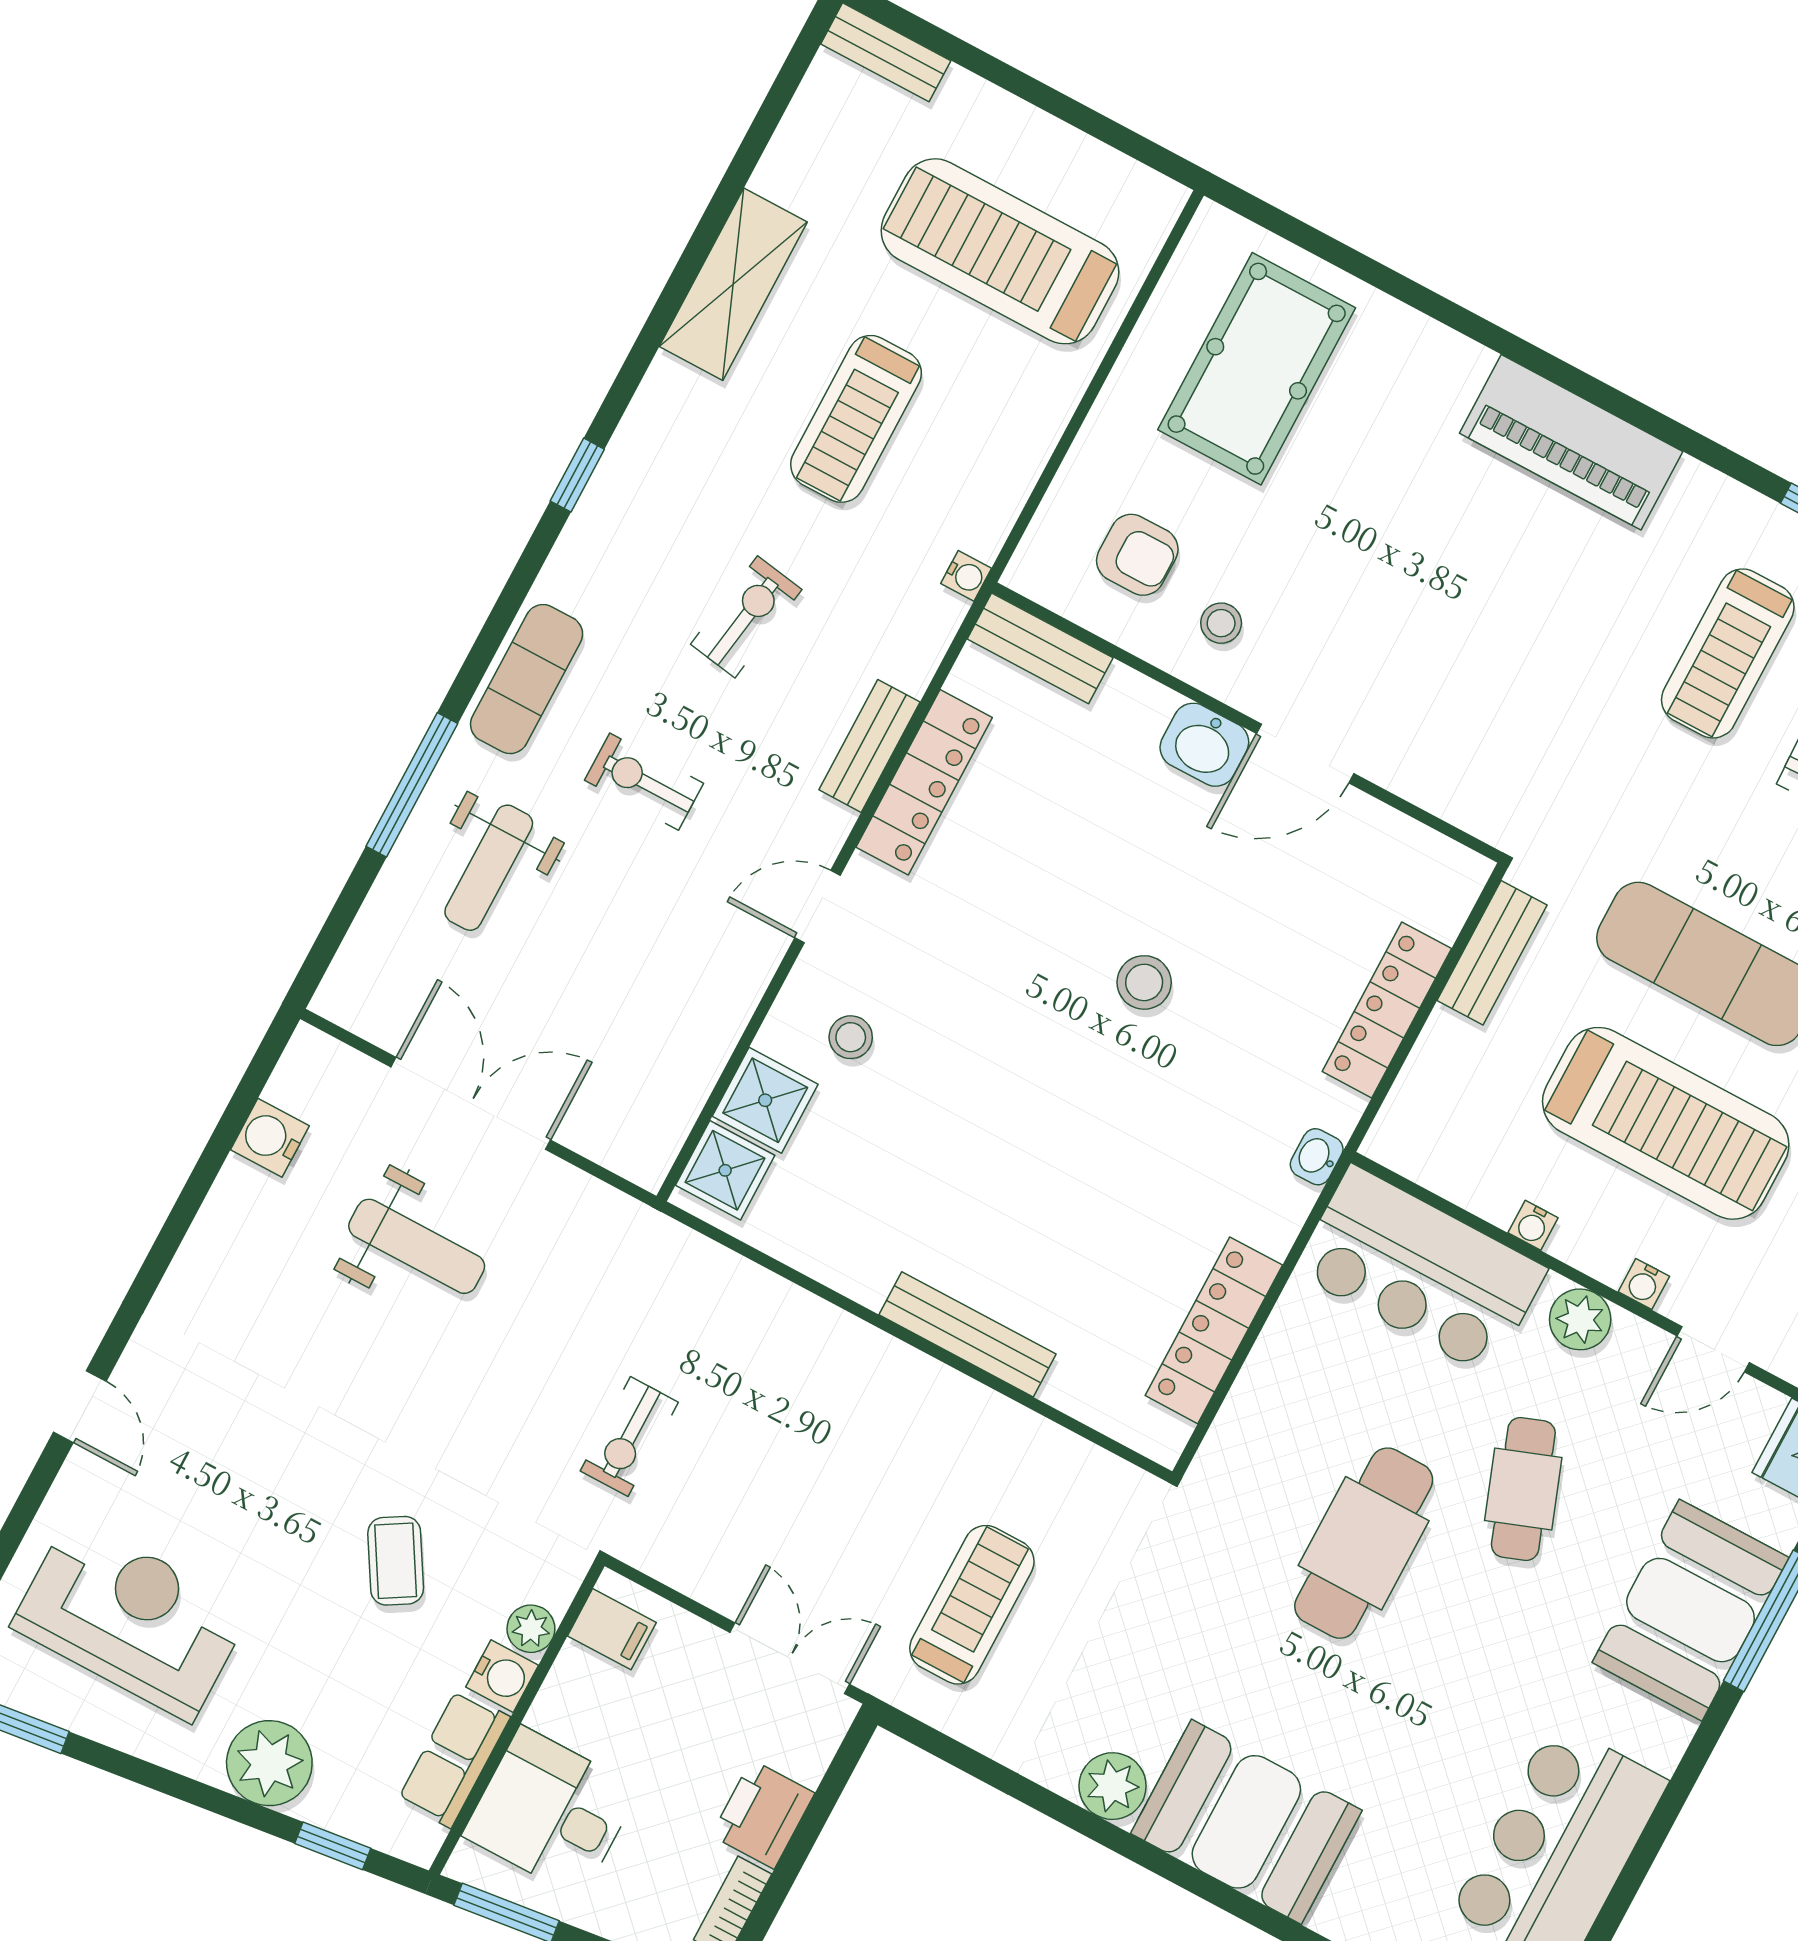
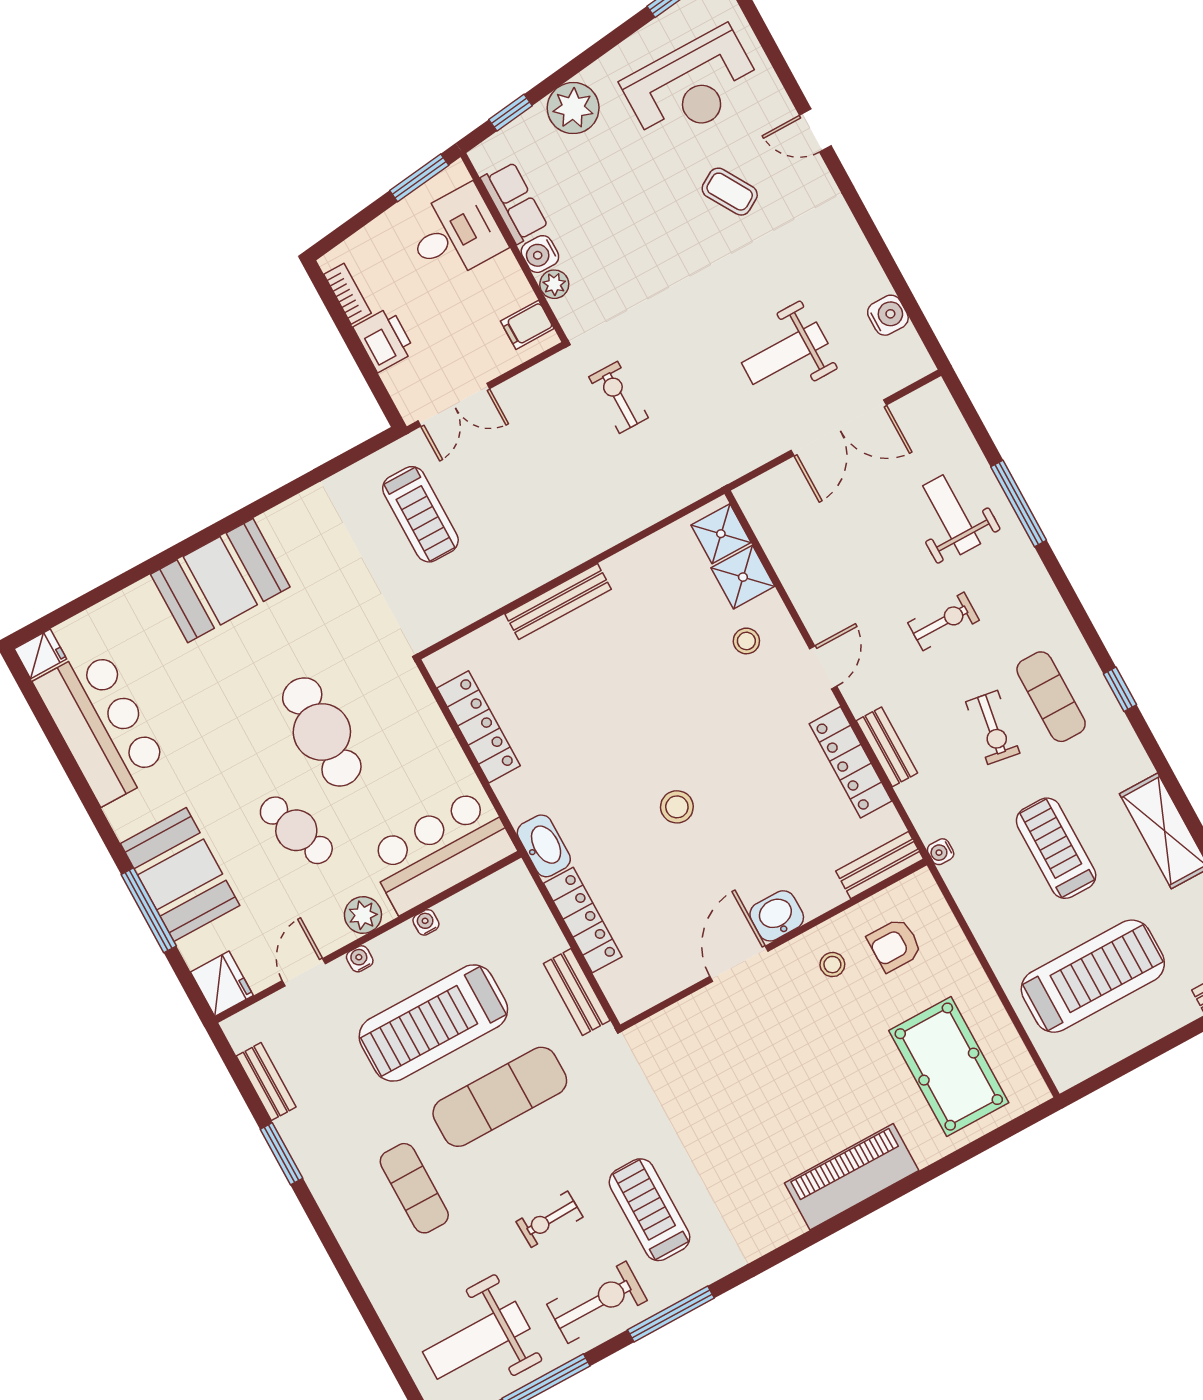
piano: (1571, 442) -> (852, 1177), moved
exercise mat: (527, 679) -> (1051, 697), moved
washbasin: (1317, 1157) -> (544, 846), width x1.91, depth x1.45
coffee table: (396, 1561) -> (730, 192), moved
plant: (1113, 1786) -> (283, 525), removed

